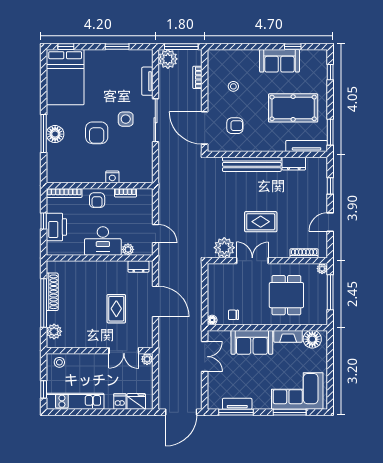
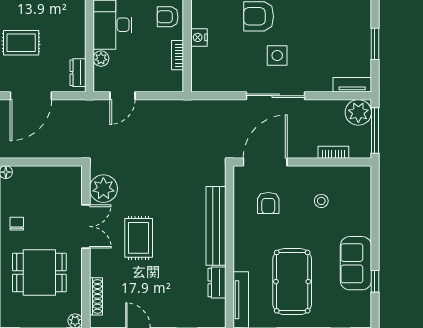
tv unit: (147, 81) -> (352, 85), moved
chair: (233, 315) -> (17, 224), moved

